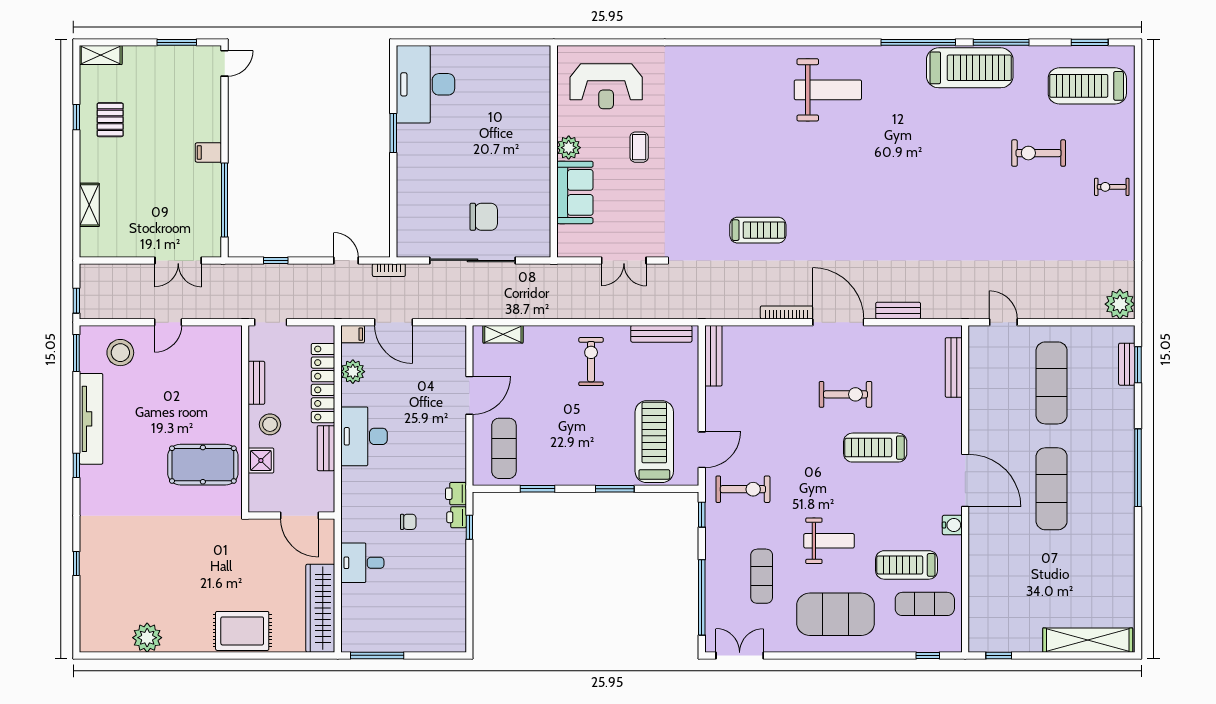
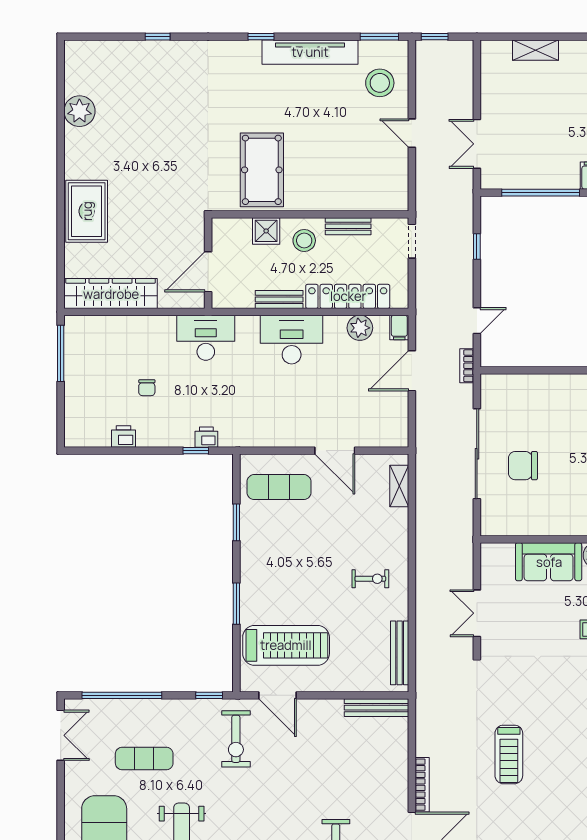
chair: (484, 217) -> (523, 466), turned 90
exercise bike: (591, 362) -> (370, 579), width x0.73, depth x0.72
printer: (456, 494) -> (123, 436), moved
chair: (408, 522) -> (147, 388), moved
desk: (362, 563) -> (206, 338), moved, width x1.37

